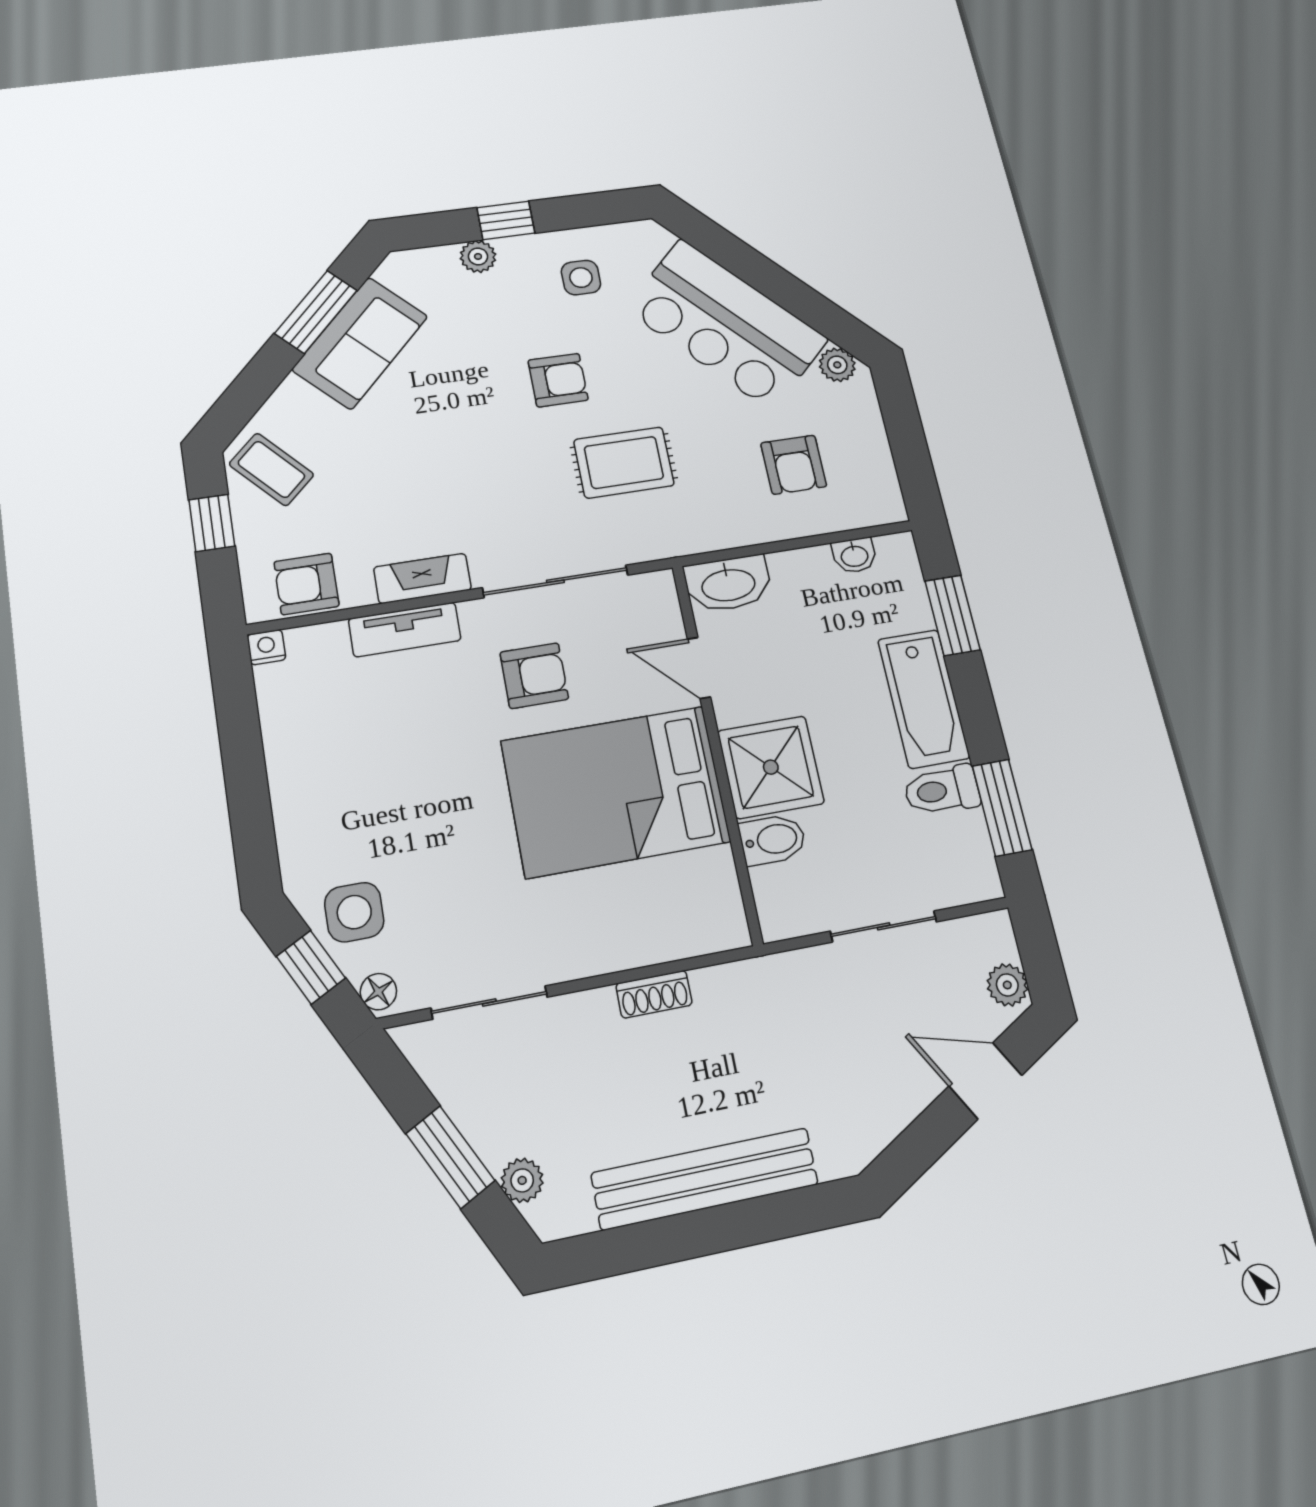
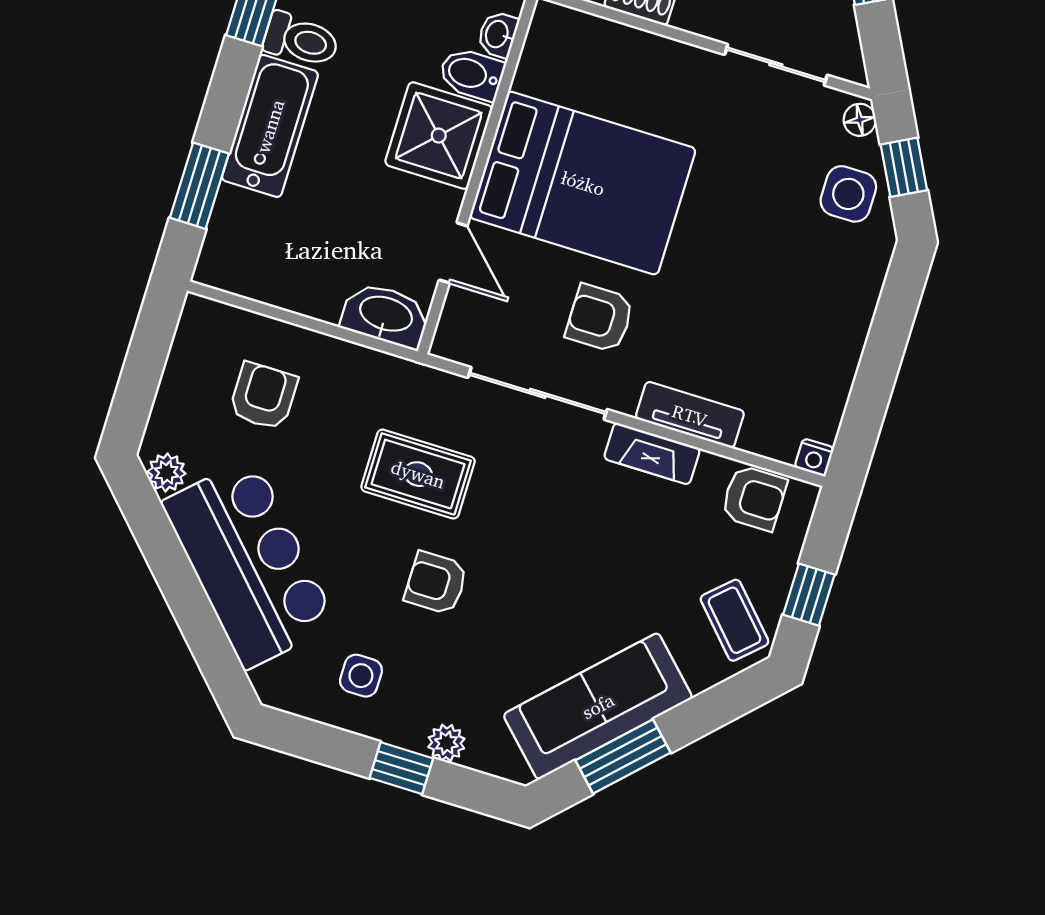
sofa: (360, 343) -> (598, 706), width x1.36
washbasin: (854, 555) -> (498, 34), moved, turned -90

